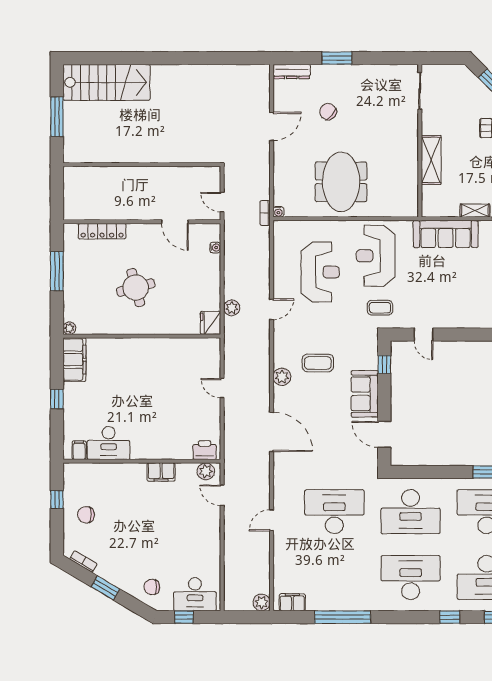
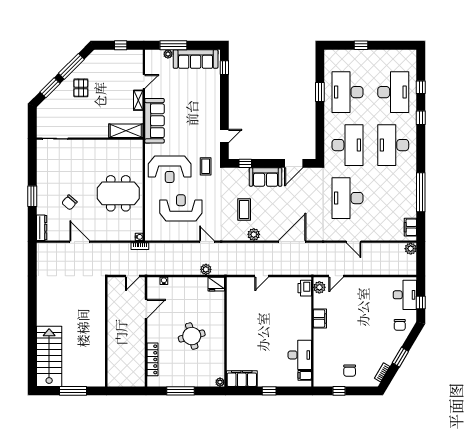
shelving: (431, 160) -> (126, 131), moved

